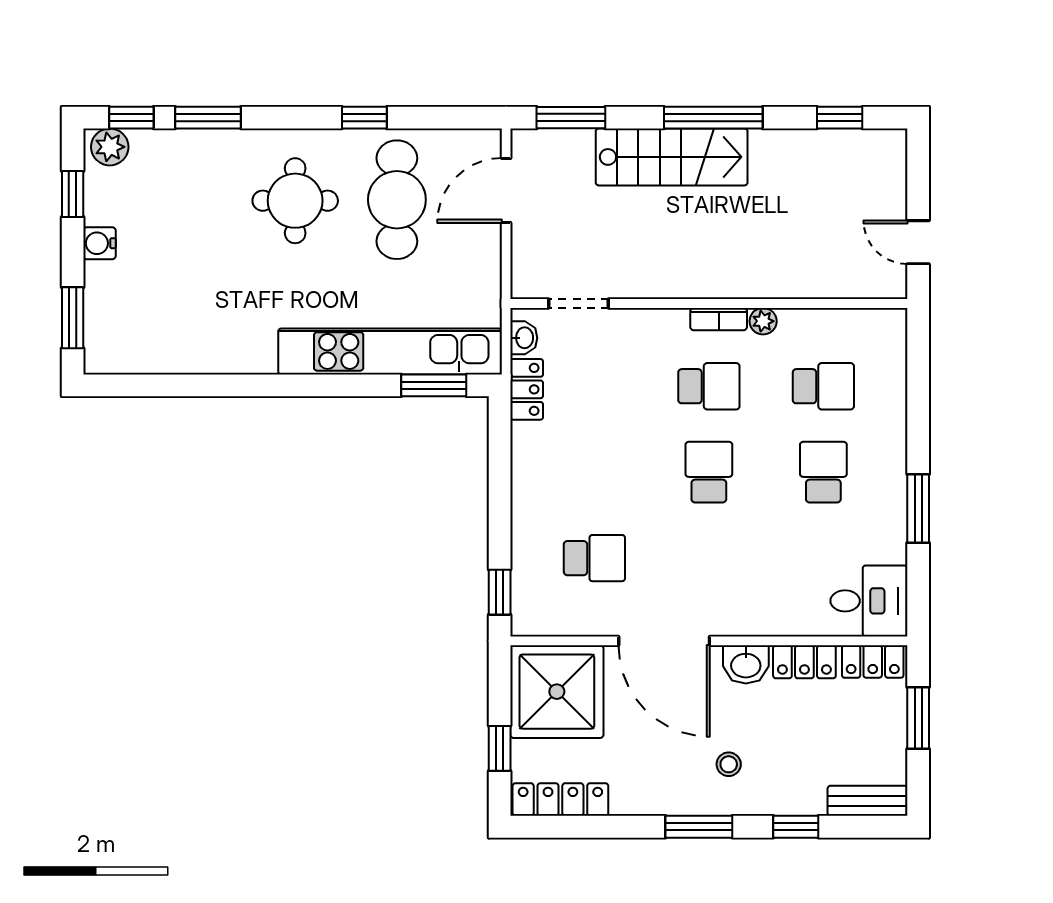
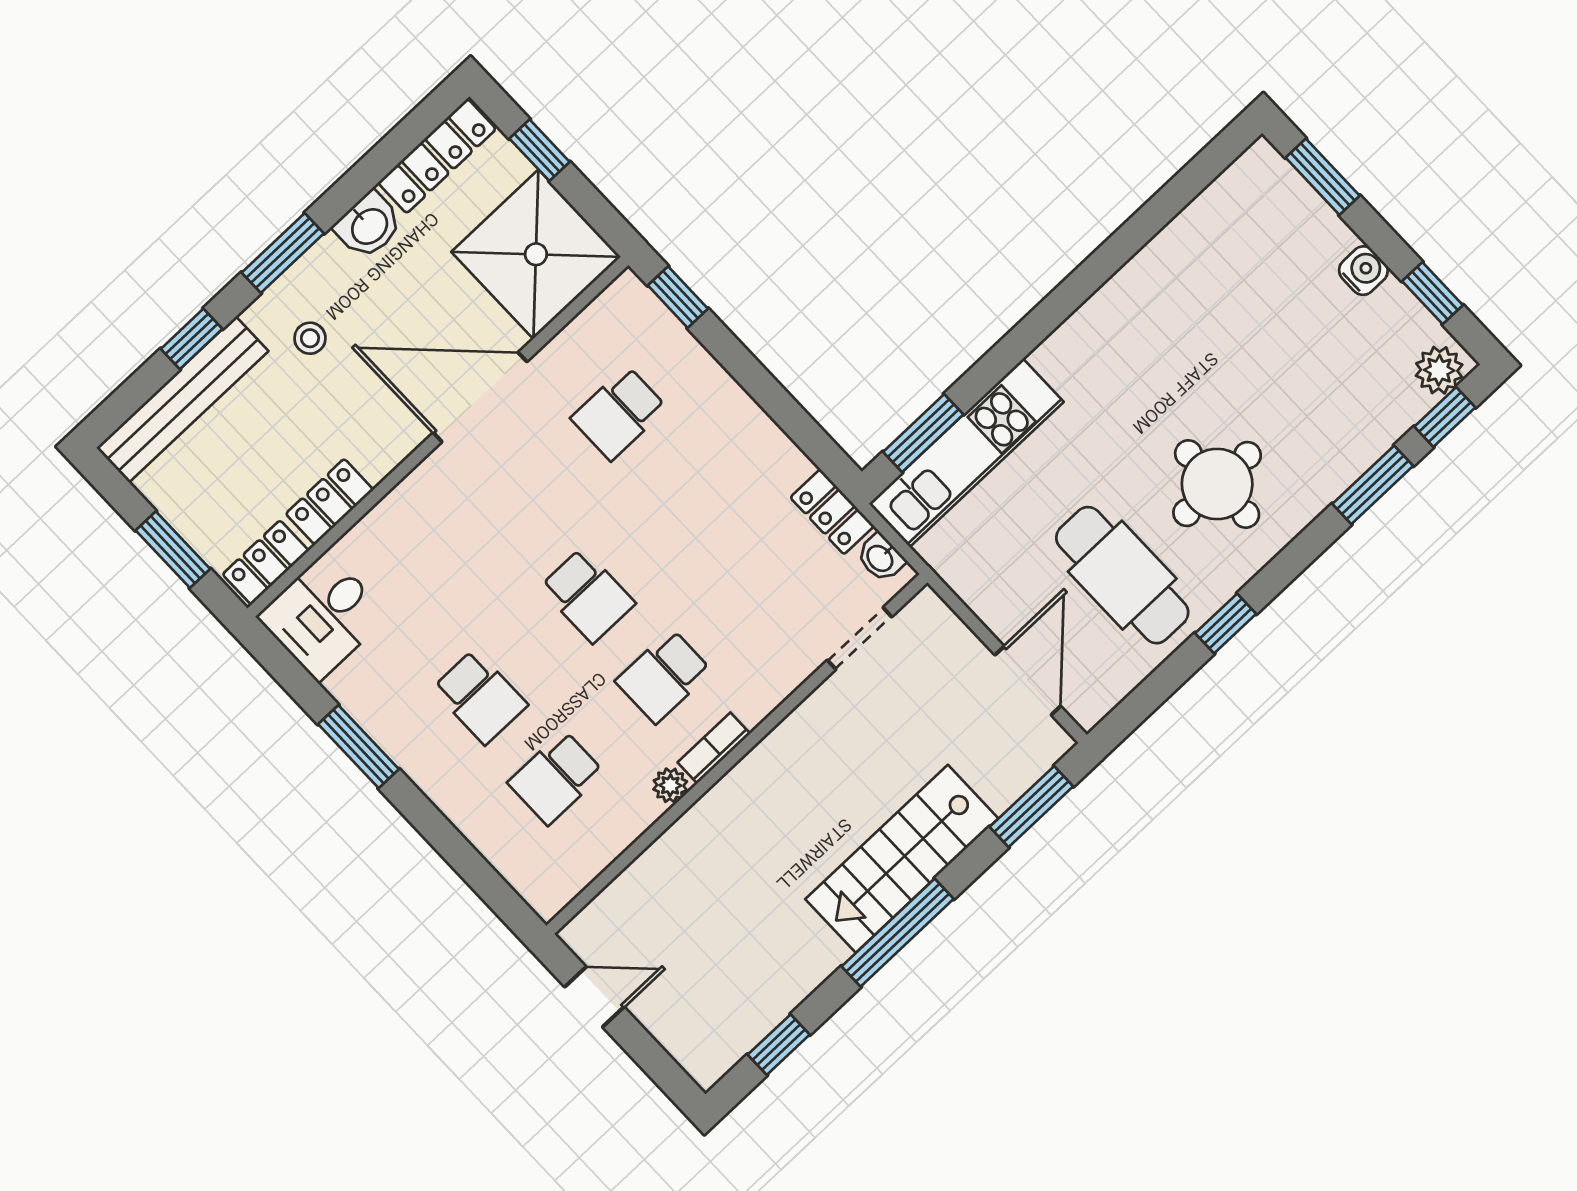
kitchen unit: (390, 351) -> (966, 453), width x0.73
washbasin: (746, 664) -> (369, 225), moved, turned 180
bench: (867, 801) -> (182, 399), width x1.86, depth x1.21

